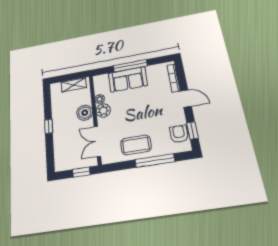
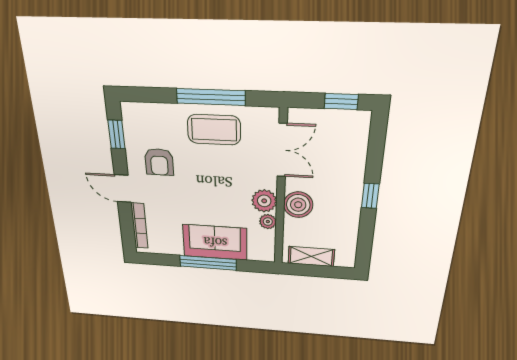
armchair: (179, 134) -> (159, 162), moved
window: (155, 161) -> (211, 97), moved
window: (81, 172) -> (341, 102), moved

